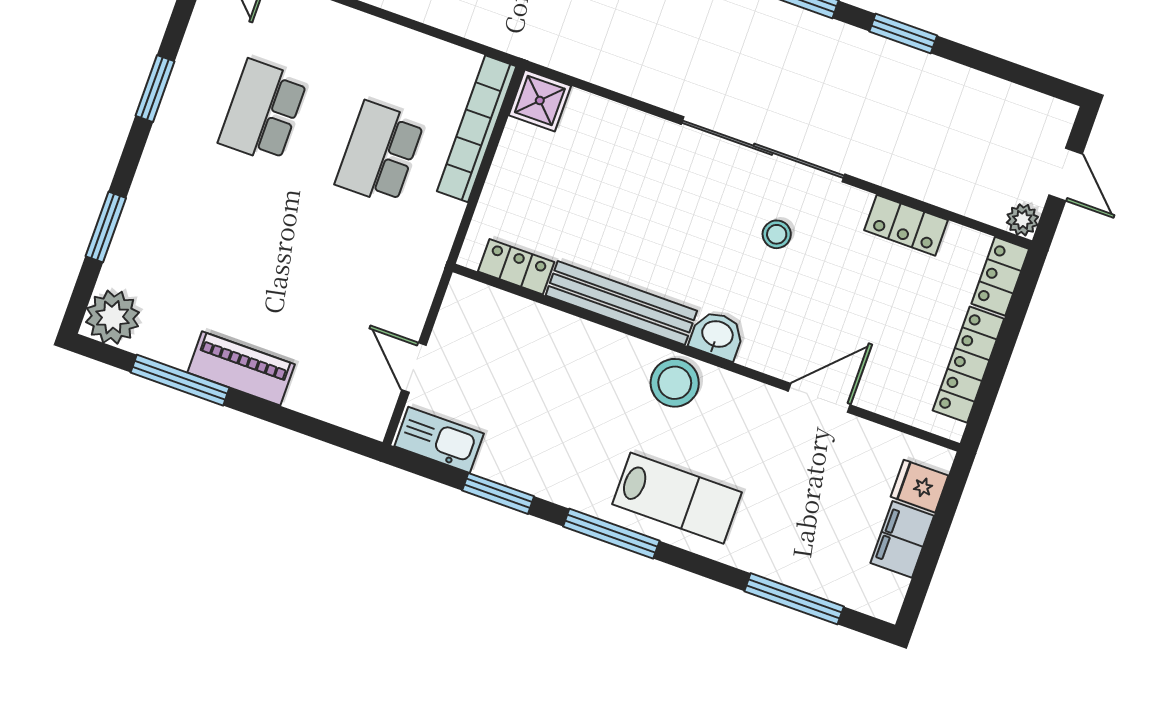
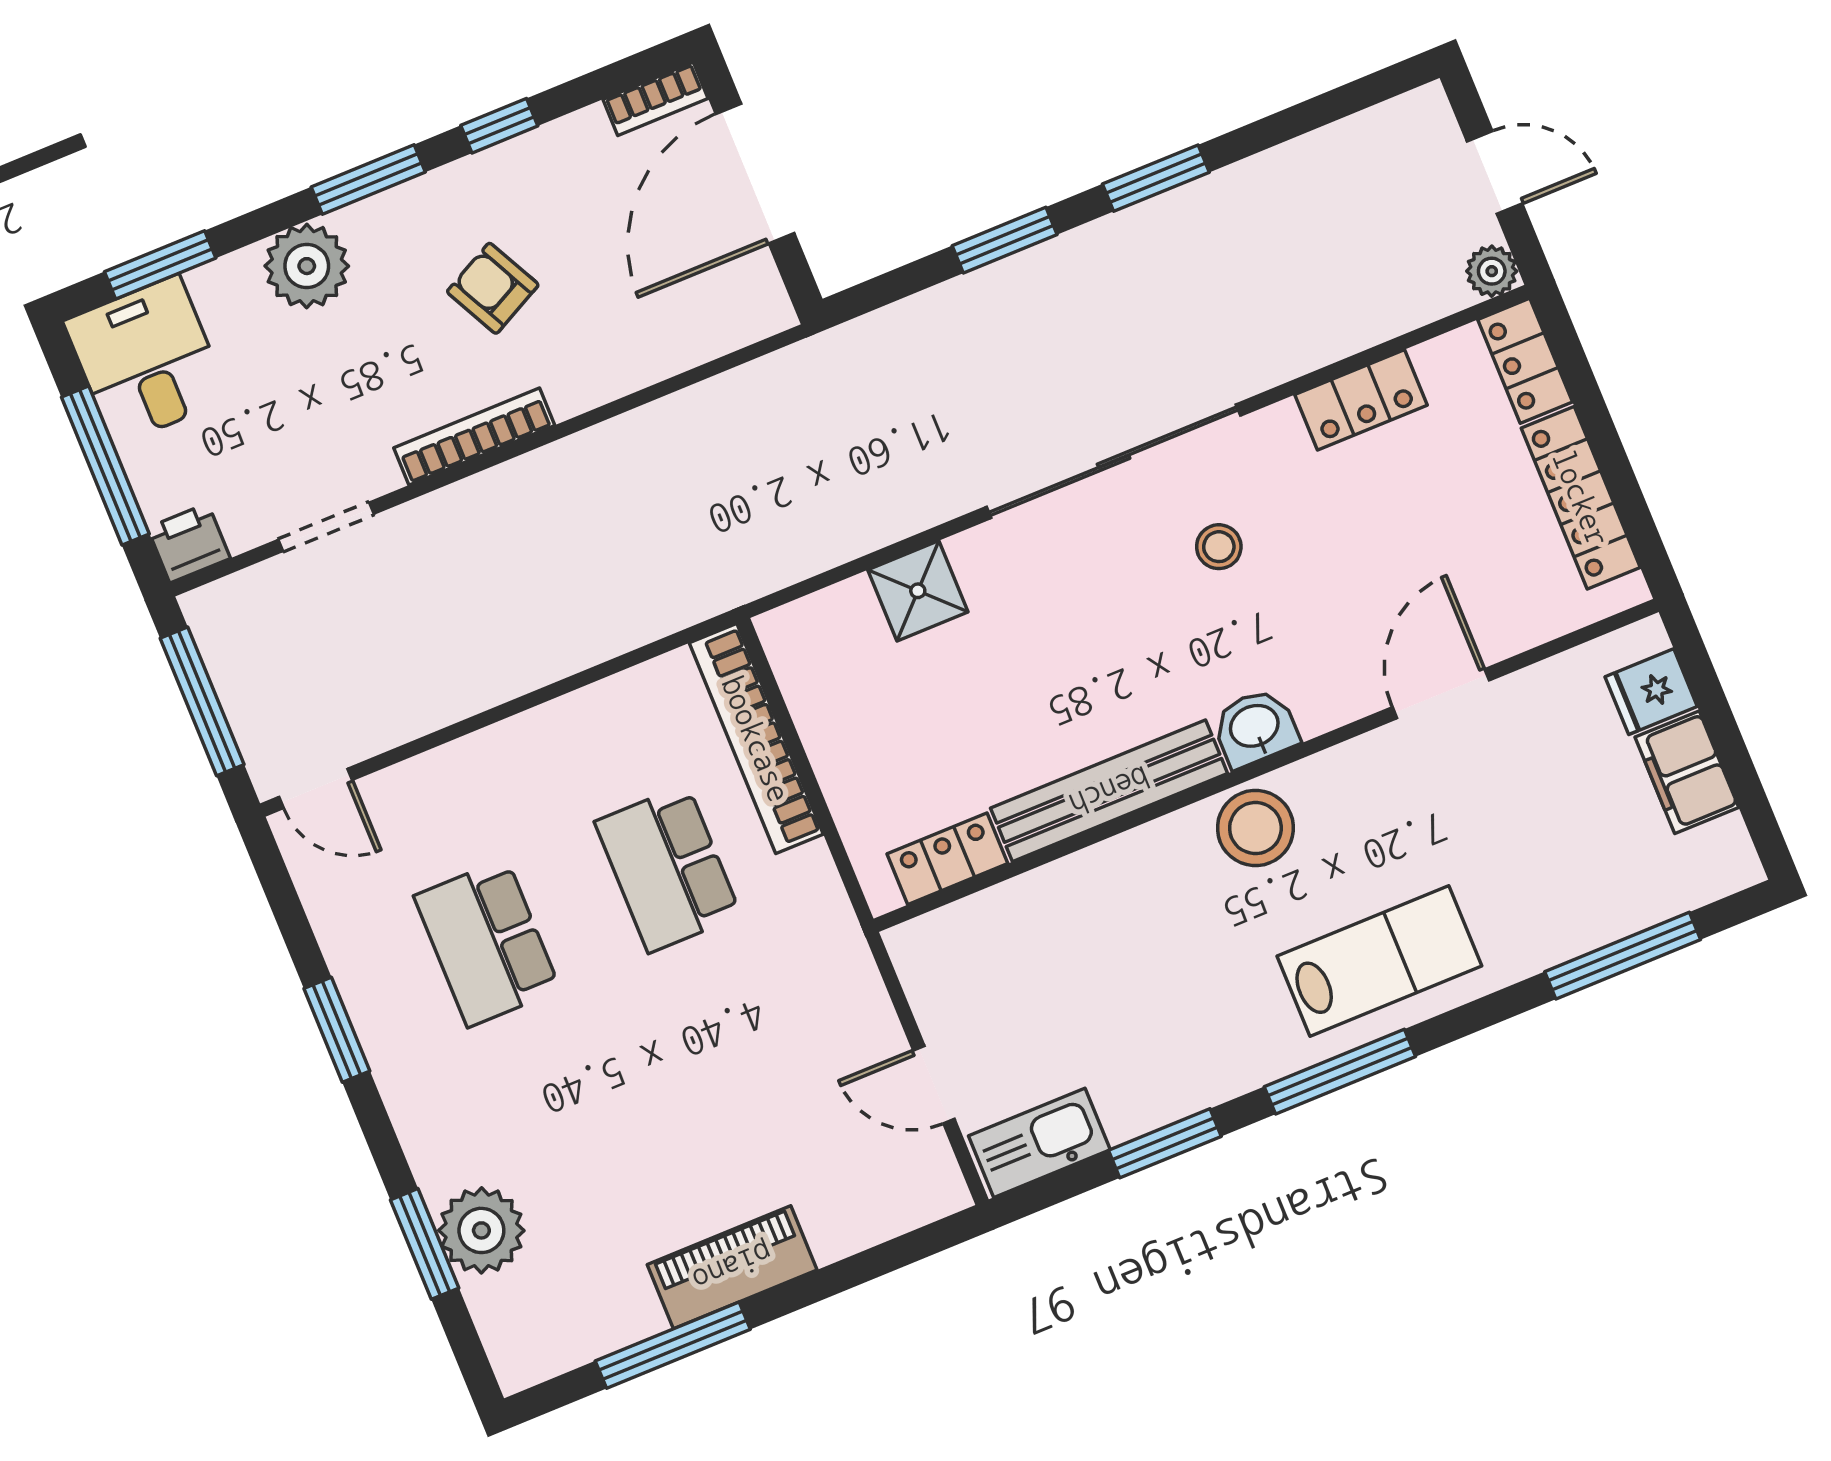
shower: (540, 100) -> (918, 591), moved
plant: (112, 317) -> (481, 1230), moved

